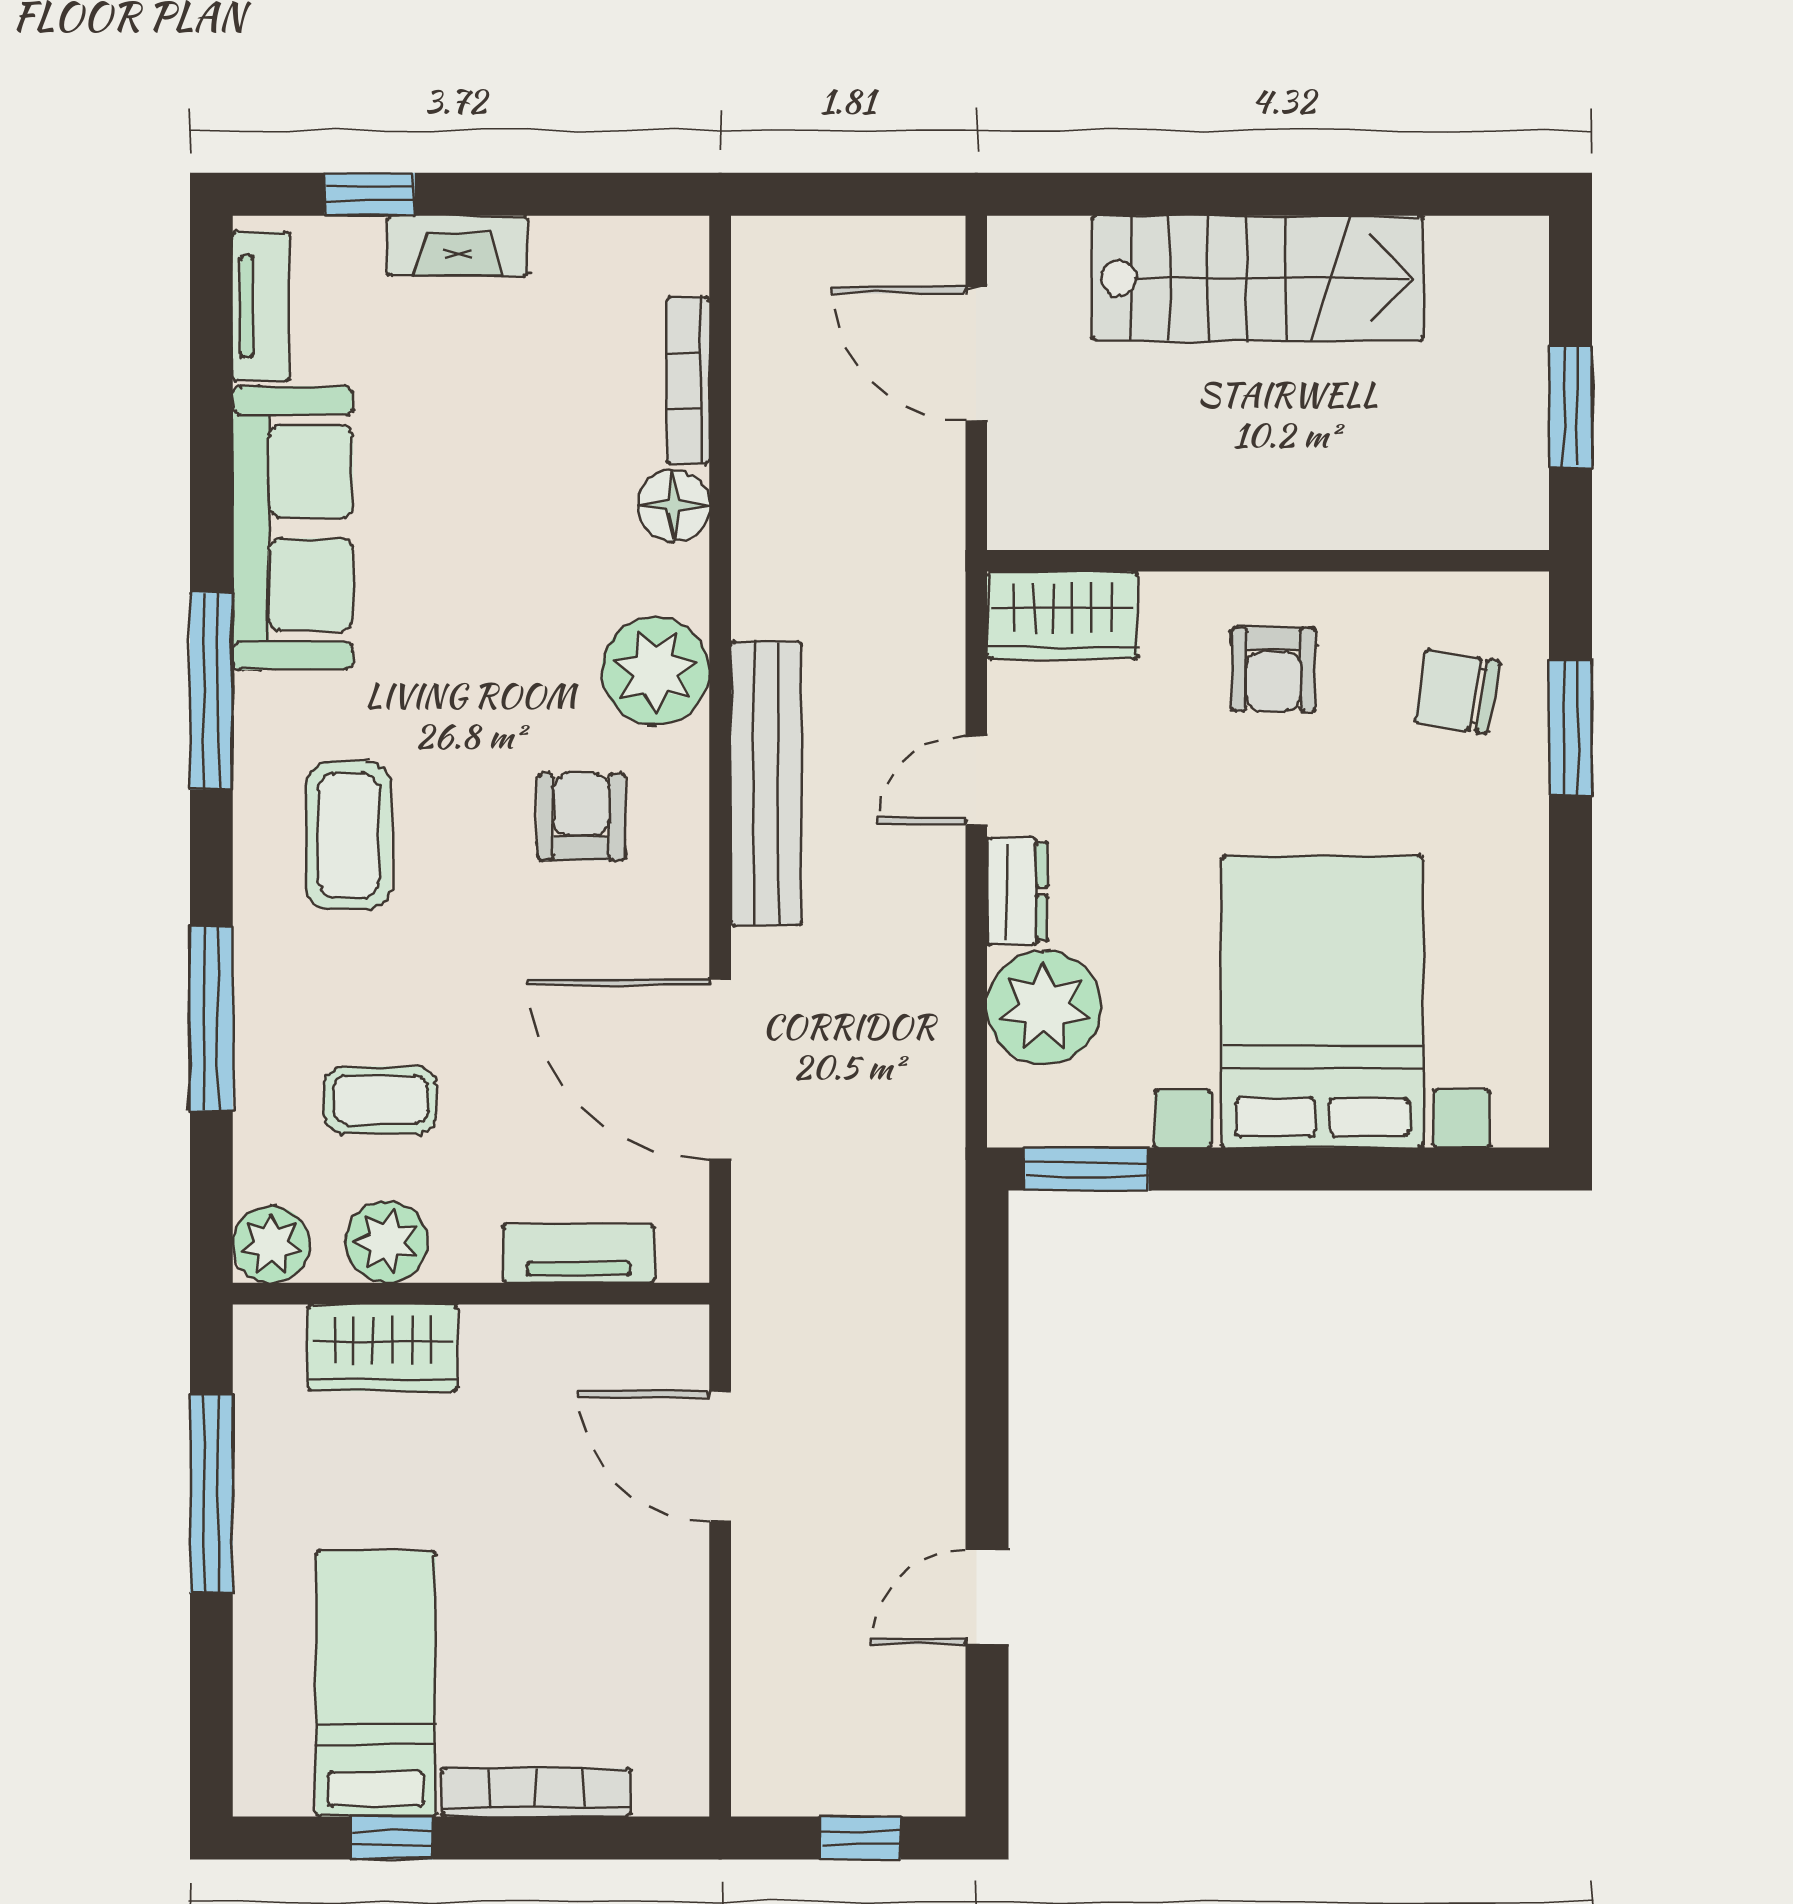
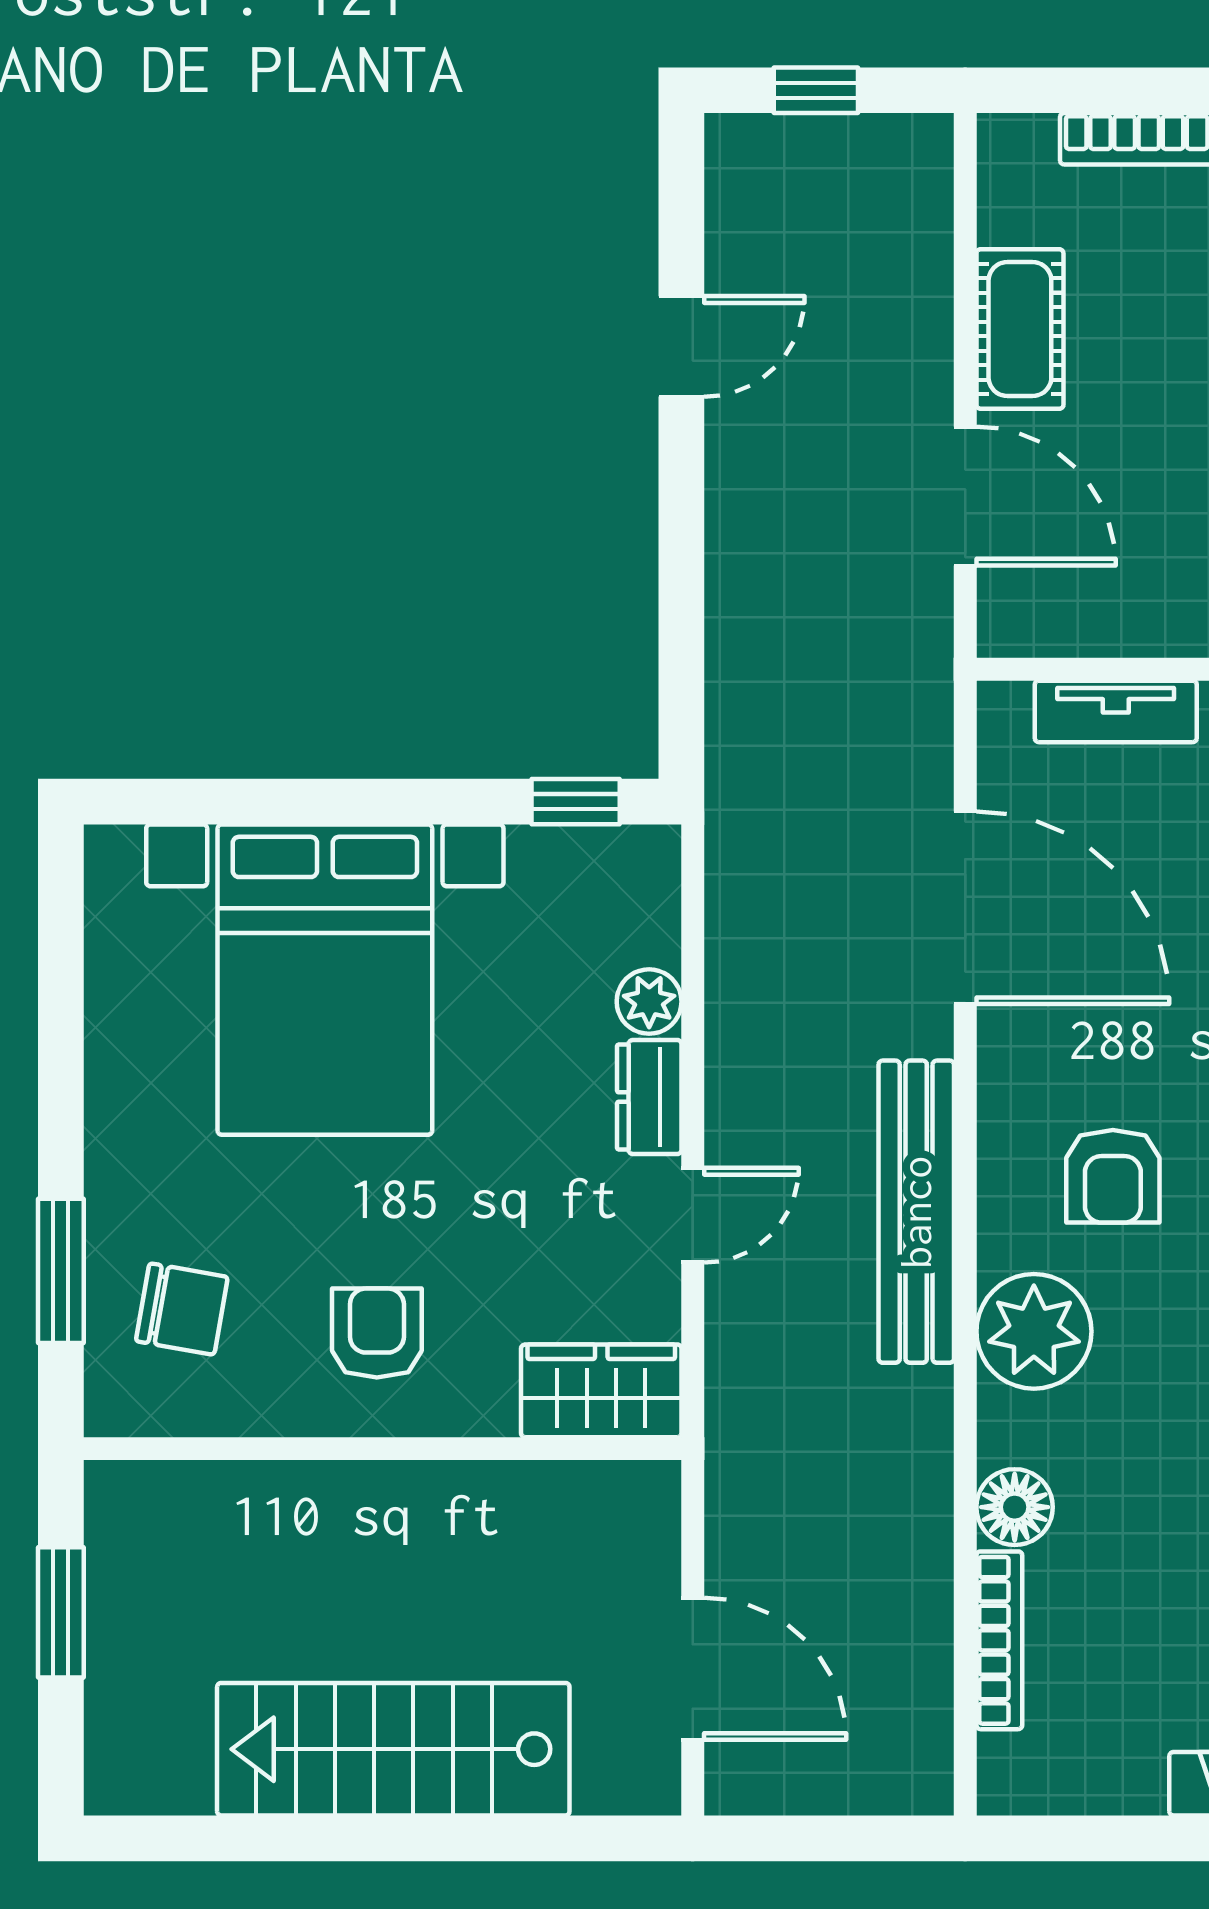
plant: (1044, 1008) -> (649, 1002), width x0.53, depth x0.53
window: (1086, 1169) -> (576, 802), width x0.67
cot: (669, 1613) -> (1020, 329), added

